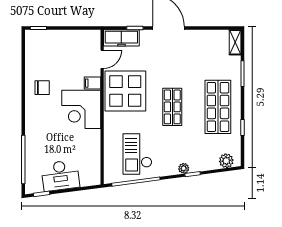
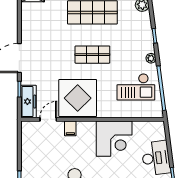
door: (102, 59) -> (48, 119), hinge flipped
corner desk: (81, 109) -> (114, 139), moved
plant: (184, 168) -> (151, 58), moved

